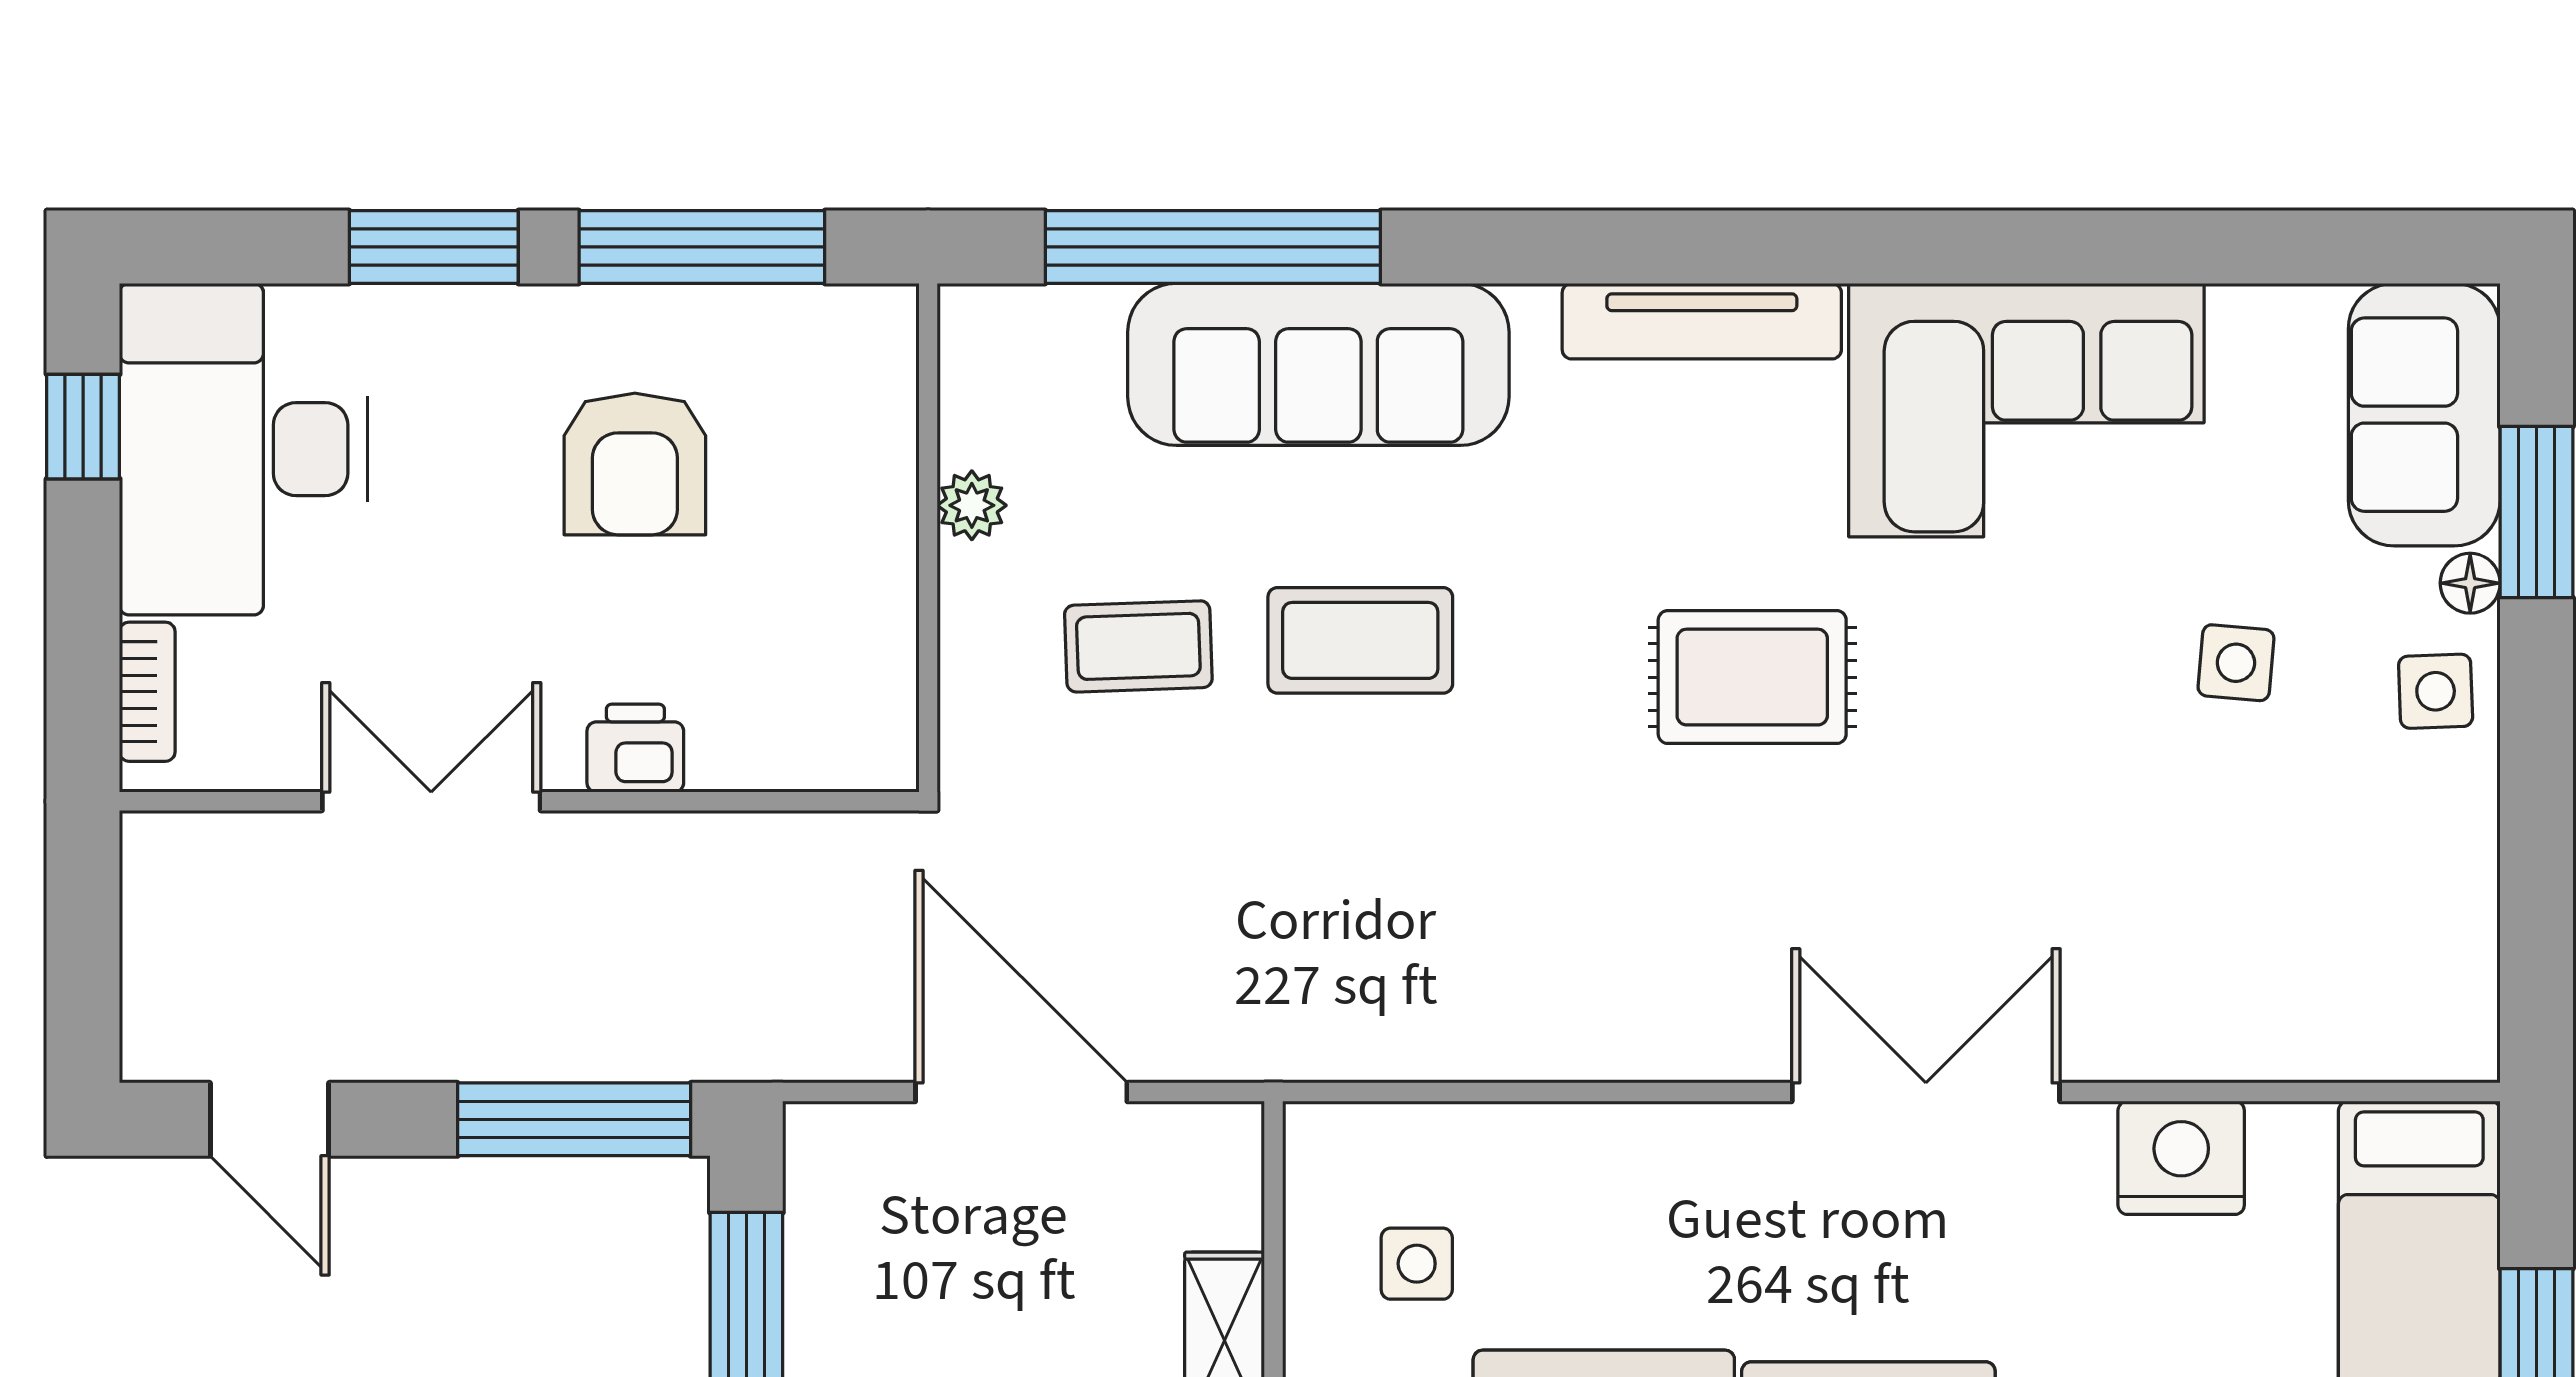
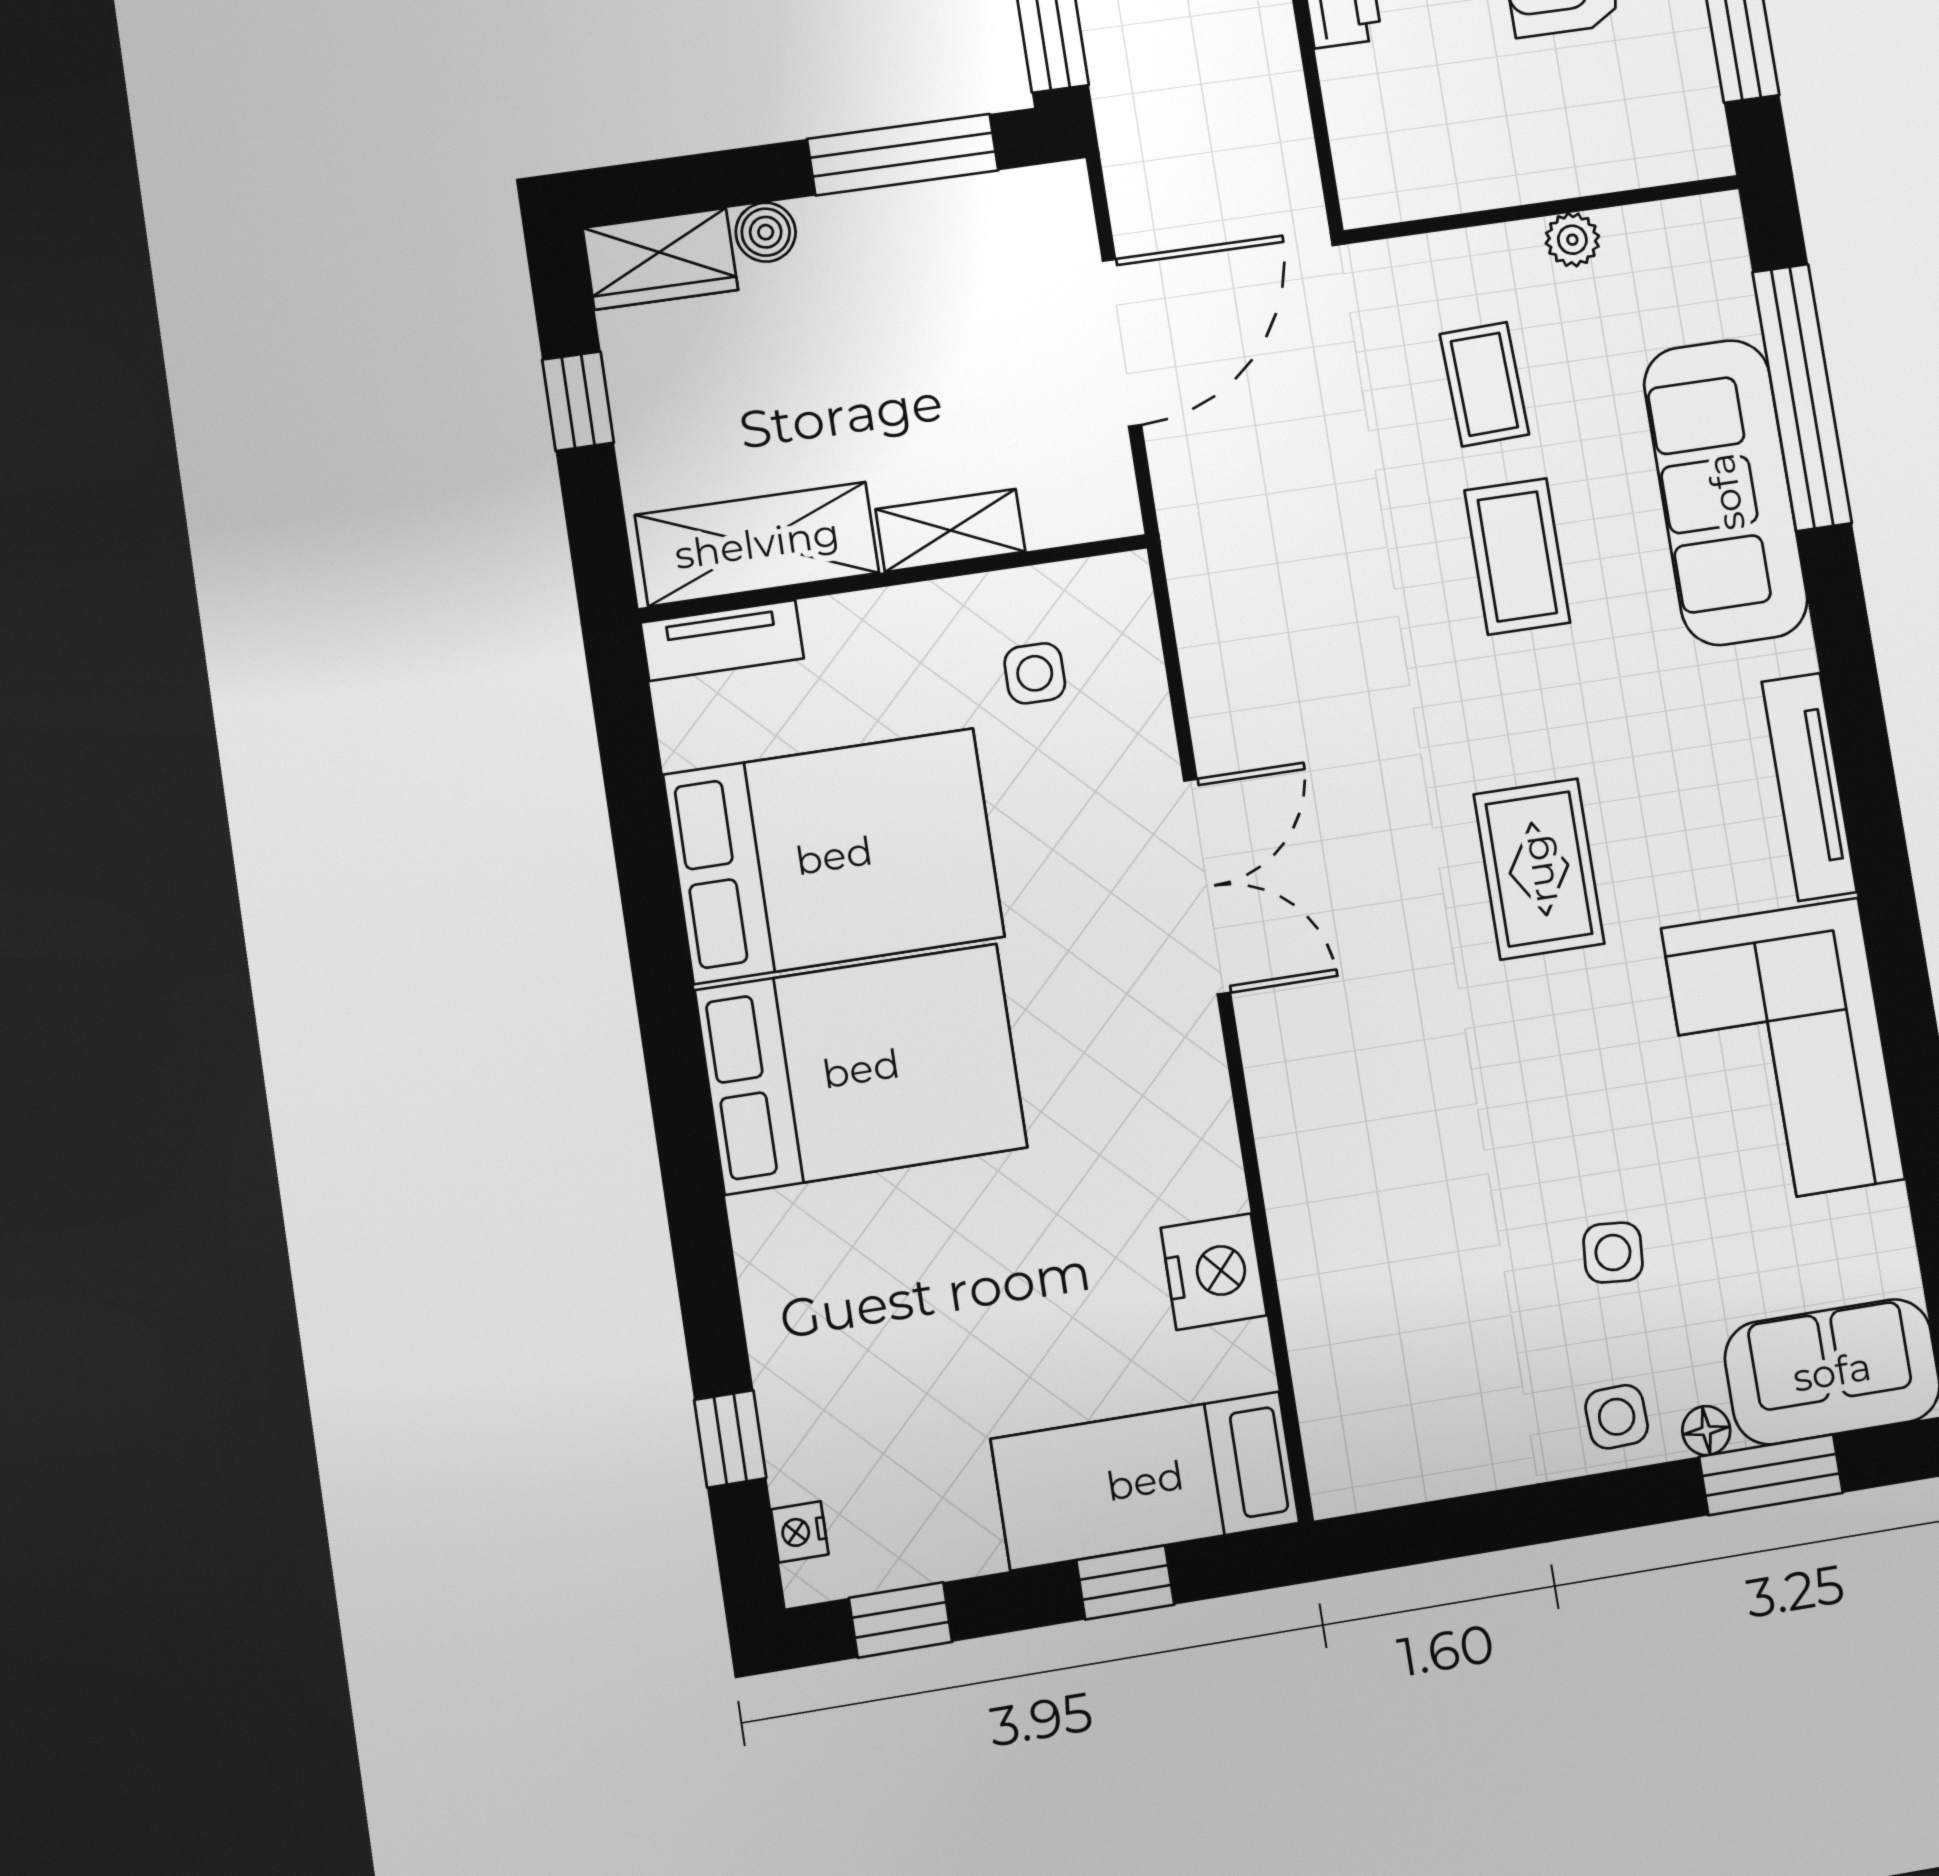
double door: (1926, 1092) -> (1207, 887), moved

